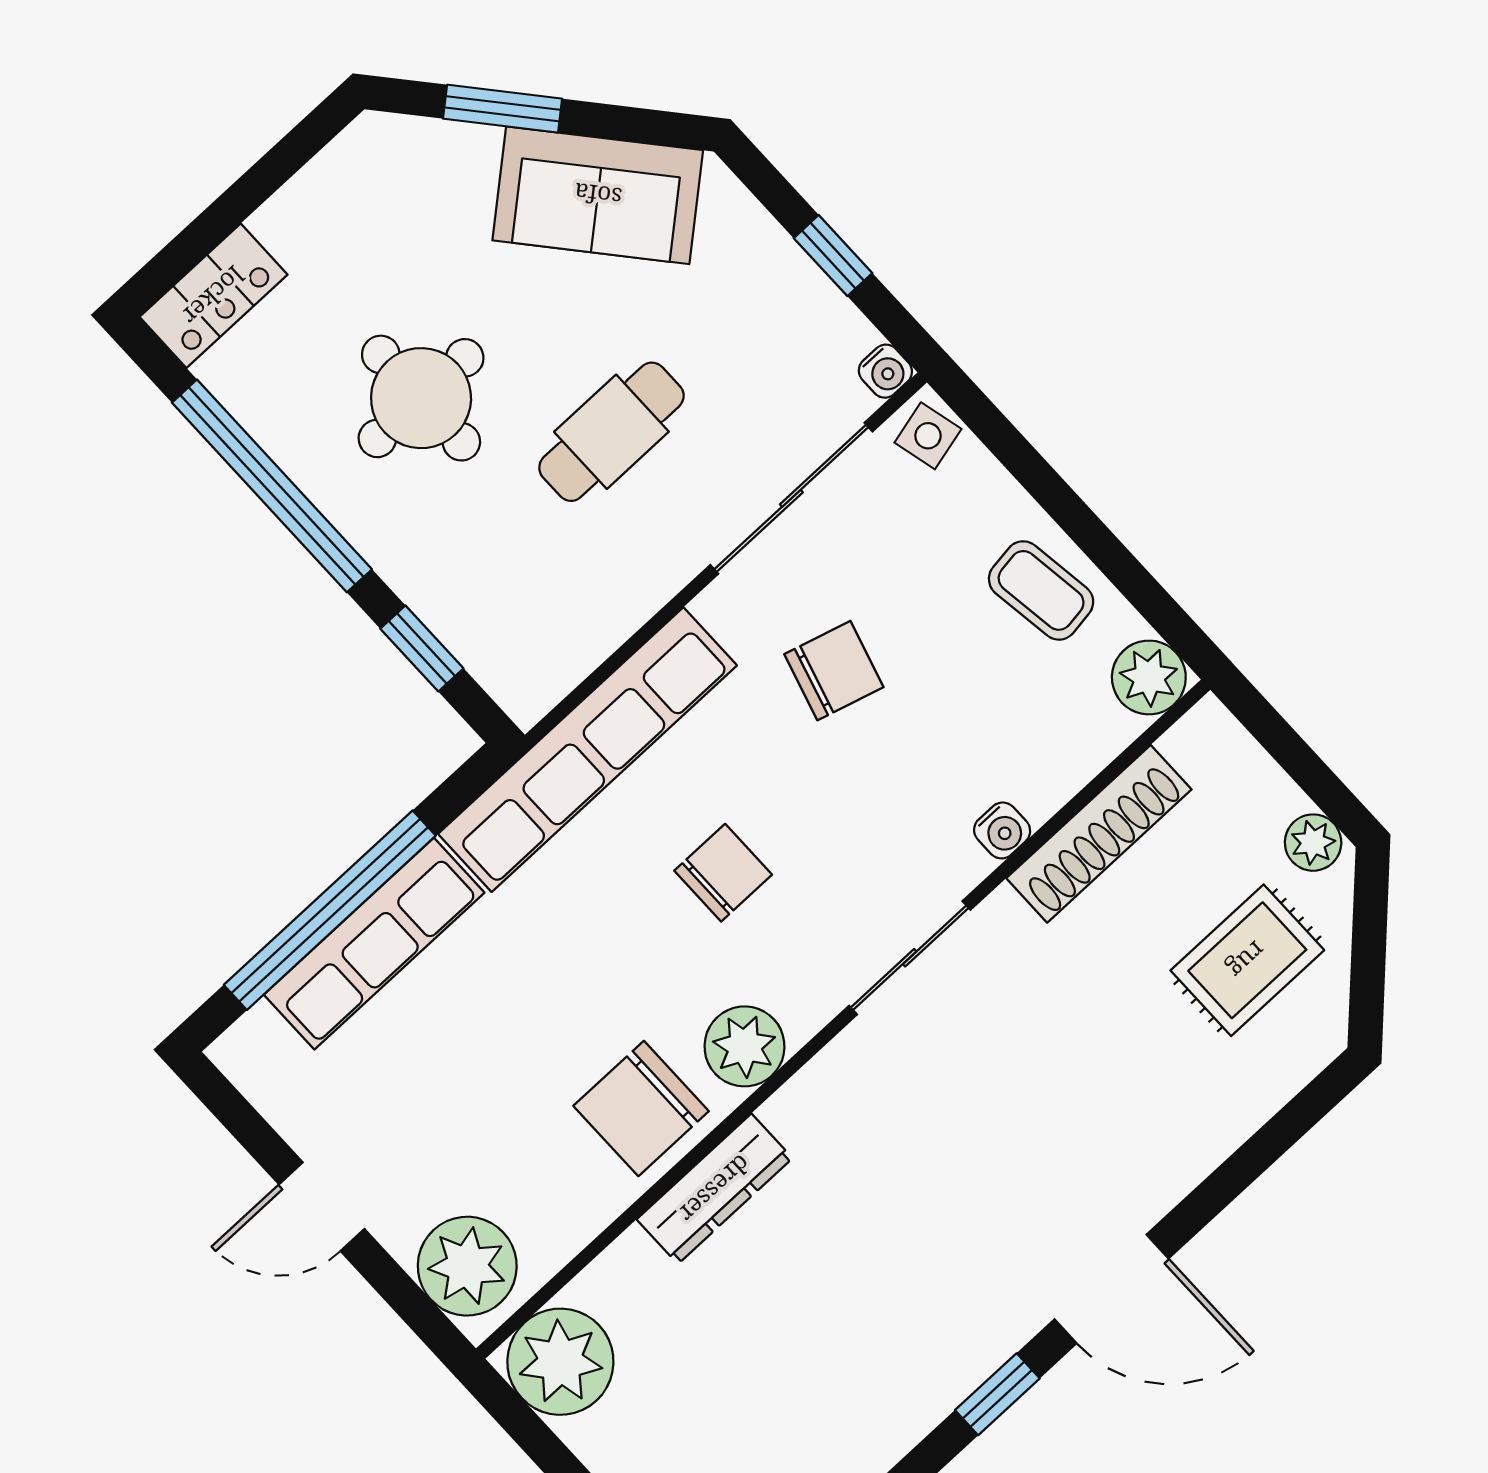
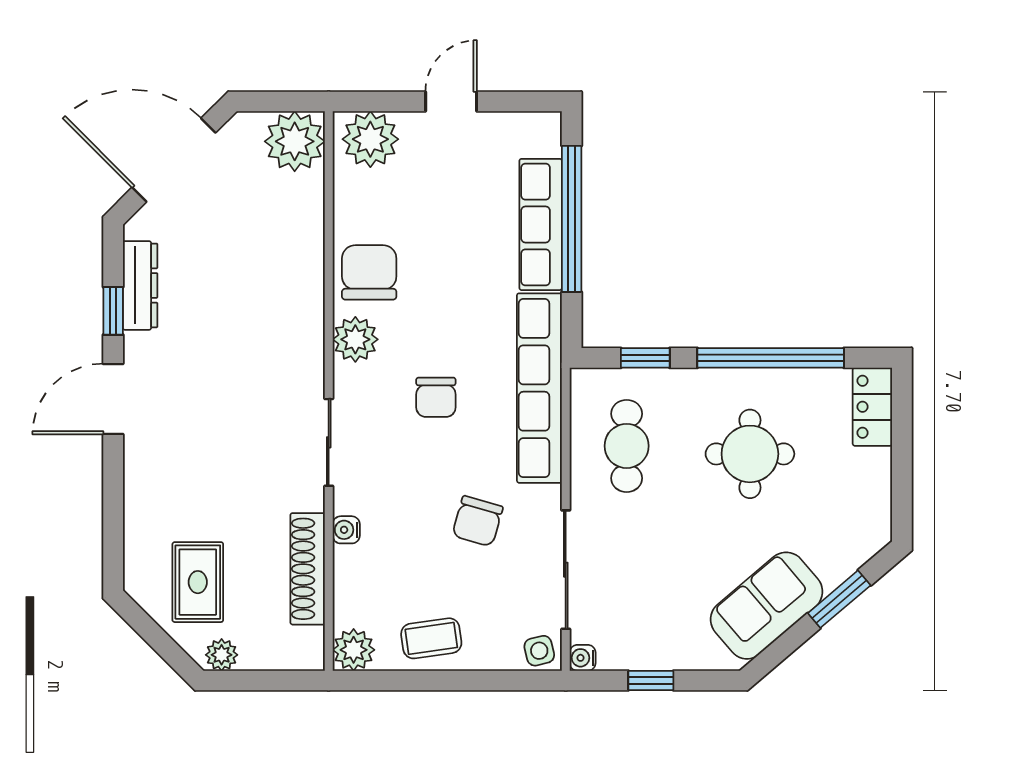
cafe table: (611, 432) -> (627, 446), moved
dresser: (715, 1189) -> (140, 285), moved, turned 180

